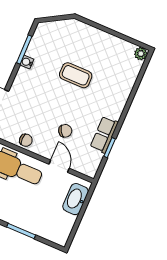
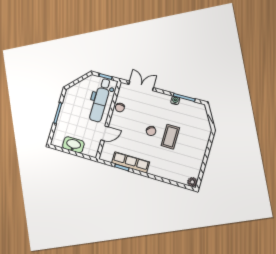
chair: (65, 131) -> (151, 131), moved
row of seats: (104, 135) -> (131, 162), width x1.48
washbasin: (76, 199) -> (73, 145), moved

